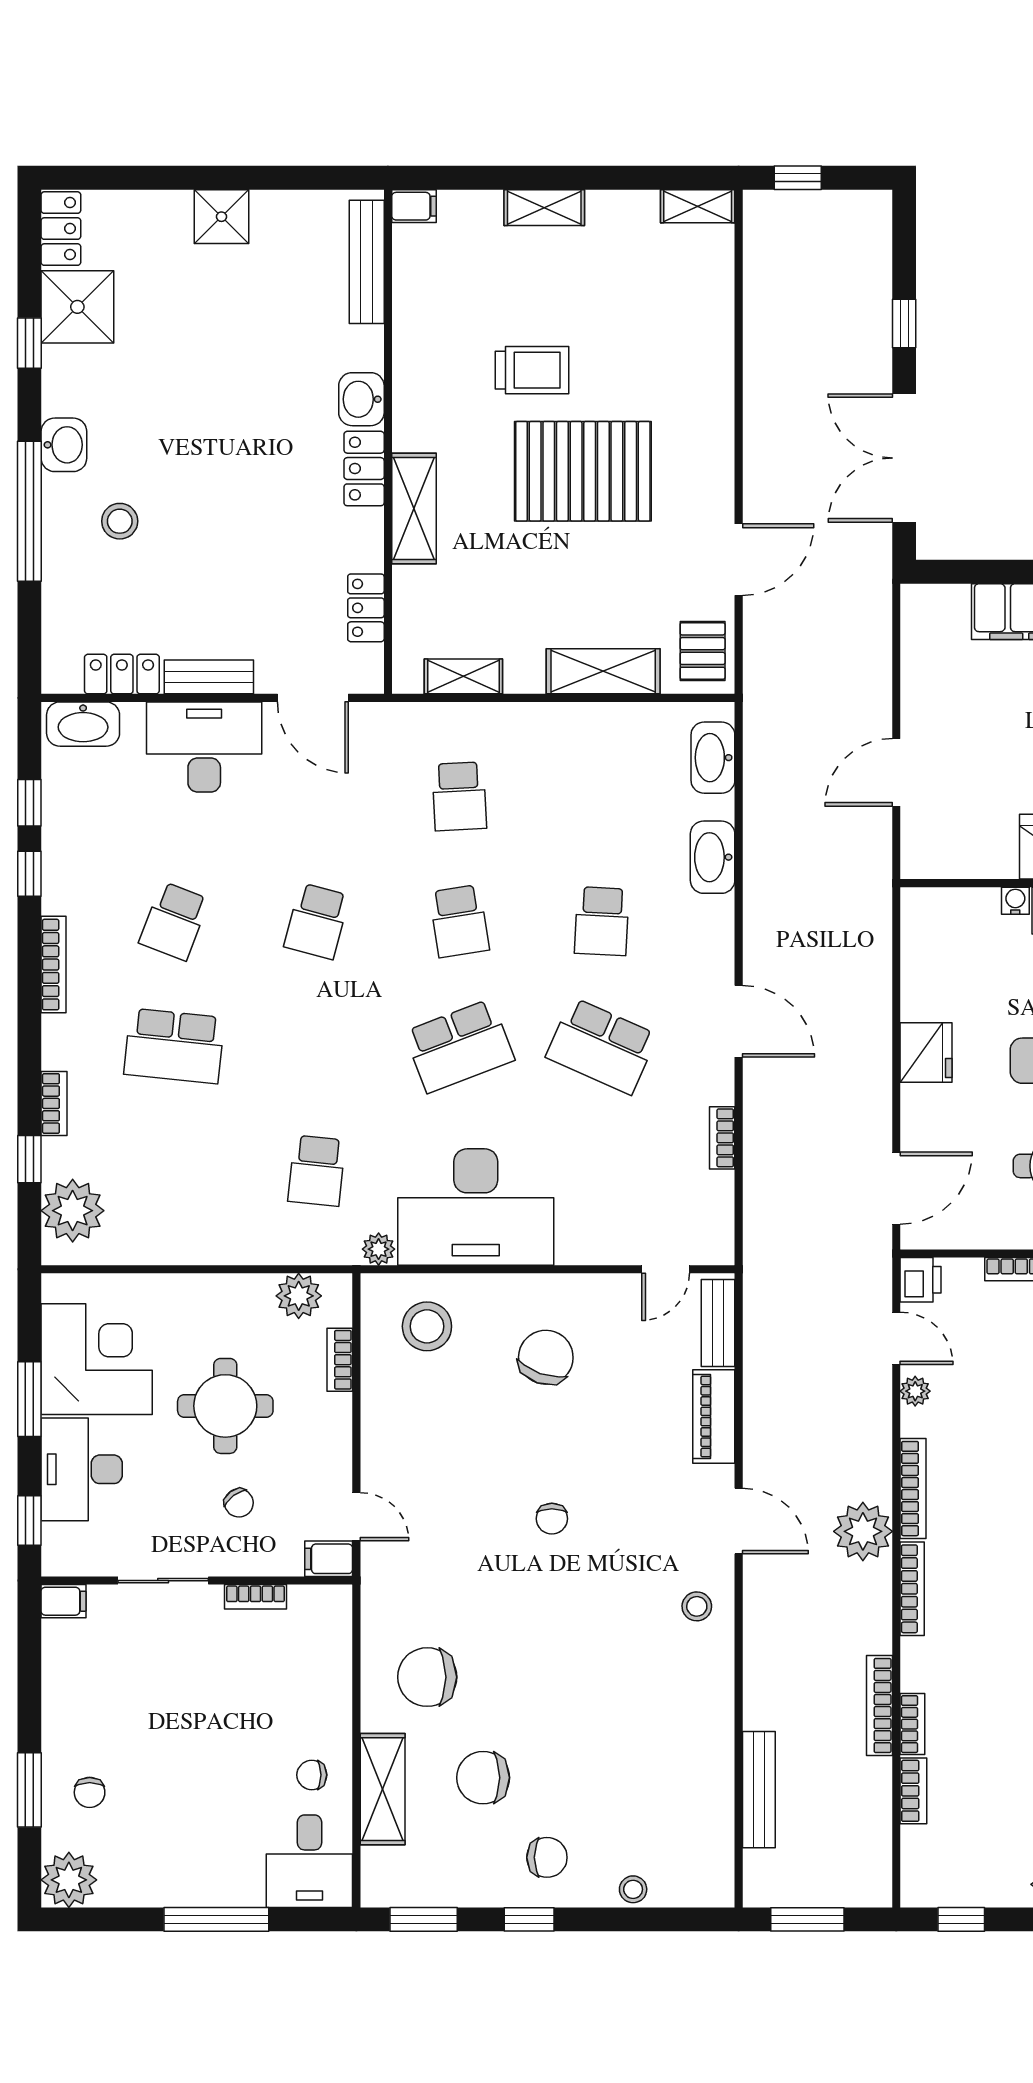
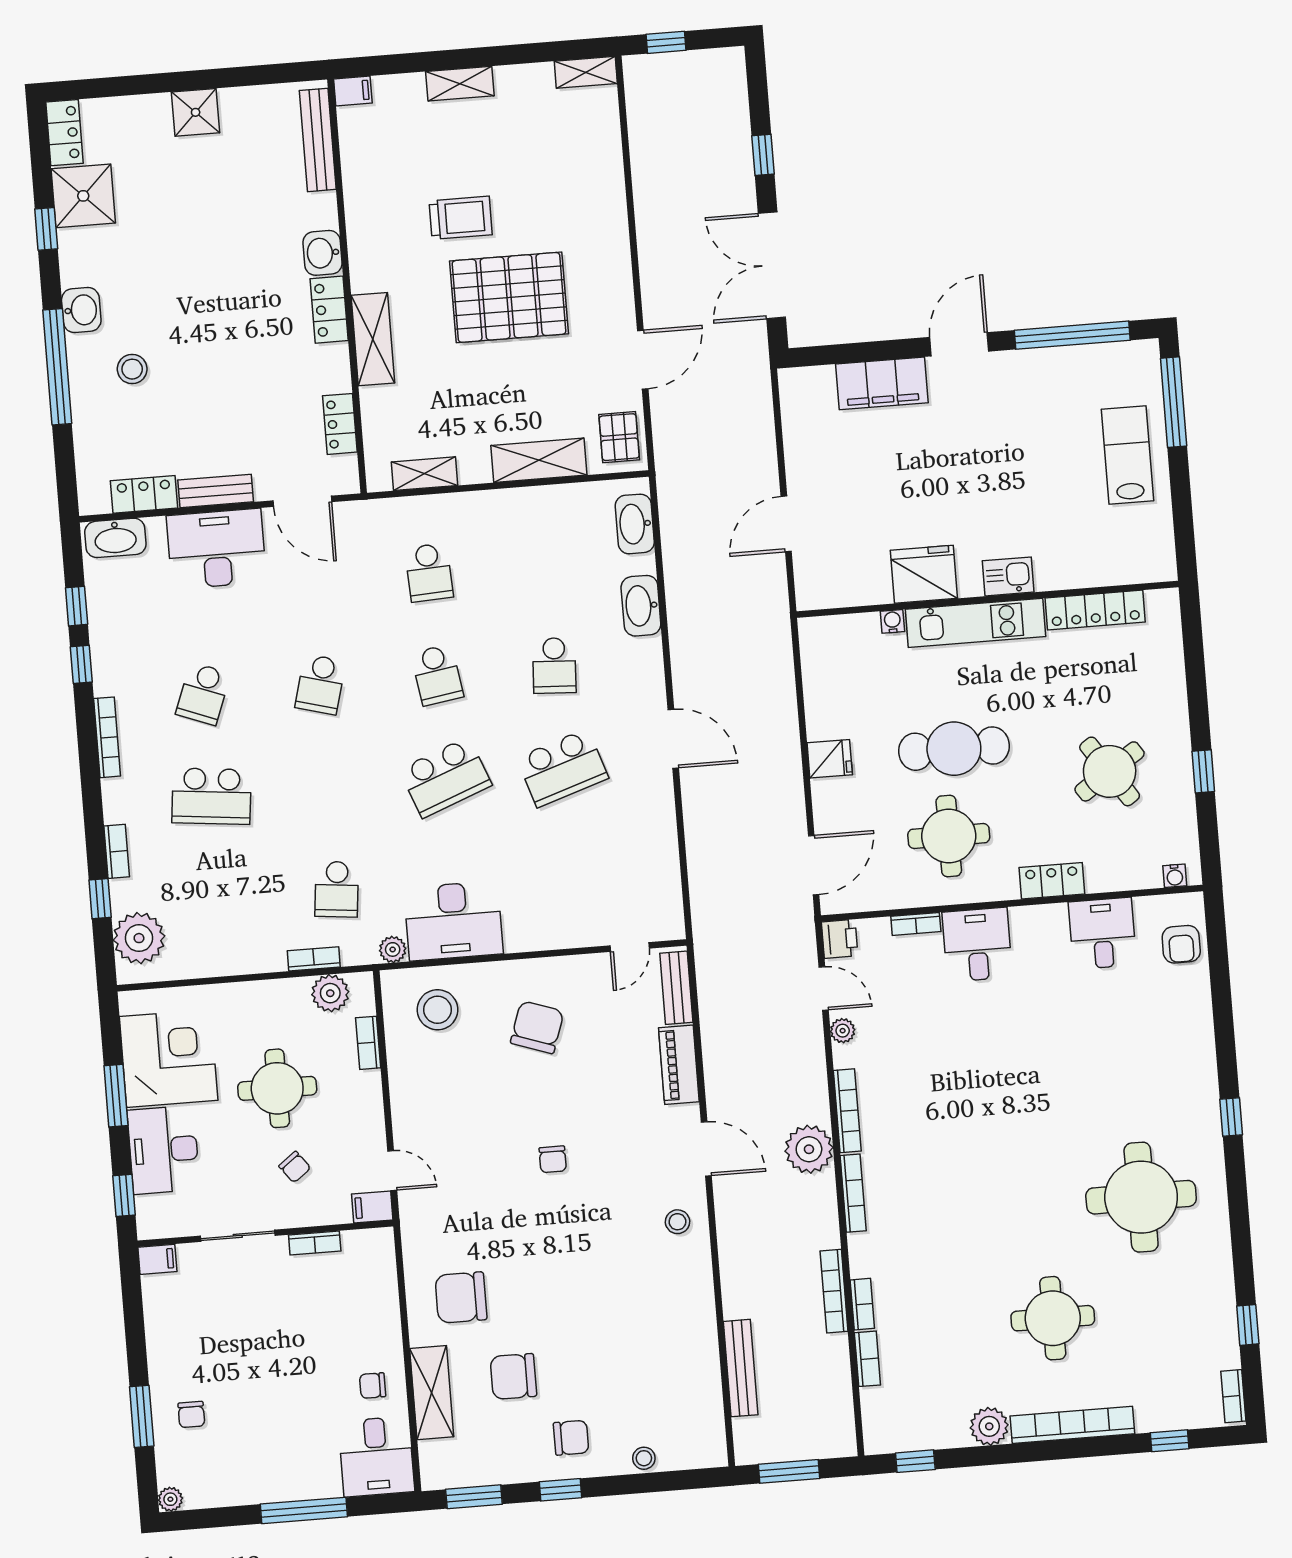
school desk: (602, 1046) -> (562, 768), turned -42
fridge: (926, 1052) -> (830, 759), width x0.72
bookcase: (722, 1138) -> (314, 959), moved, turned 90
desk: (476, 1207) -> (454, 921), width x0.73, depth x0.77
plant: (69, 1880) -> (170, 1499), width x0.53, depth x0.53

